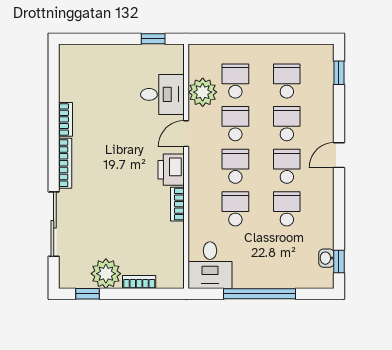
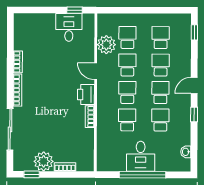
desk: (162, 94) -> (69, 27), moved, turned -90
door: (186, 134) -> (96, 71), hinge flipped
window: (339, 262) -> (194, 114), moved
desk: (210, 265) -> (141, 156), moved

